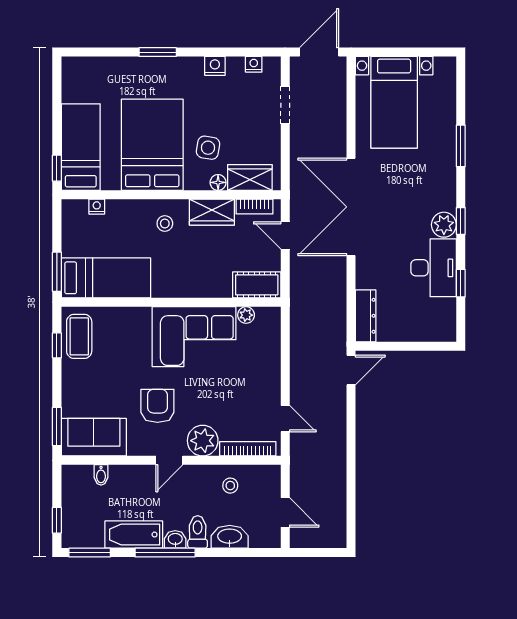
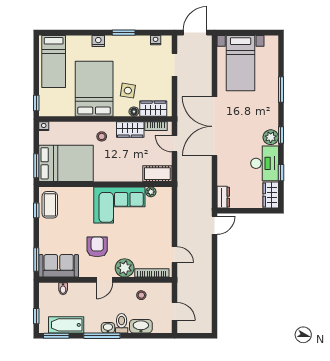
window: (158, 52) -> (124, 33), moved
nightstand: (215, 66) -> (98, 41), moved
bed: (81, 147) -> (54, 62), moved, turned 180
nightstand: (97, 207) -> (44, 126), moved
bed: (106, 278) -> (66, 163), width x1.50
dresser: (366, 316) -> (223, 197), width x0.70
wardrobe: (444, 320) -> (271, 195), added
bathtub: (134, 535) -> (66, 325), moved

